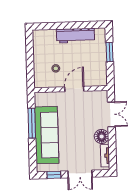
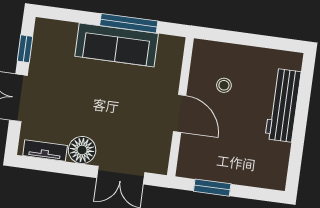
workbench: (75, 36) -> (283, 105), moved
window: (110, 52) -> (212, 188), moved
sofa: (47, 135) -> (117, 45), width x0.74, depth x0.79

